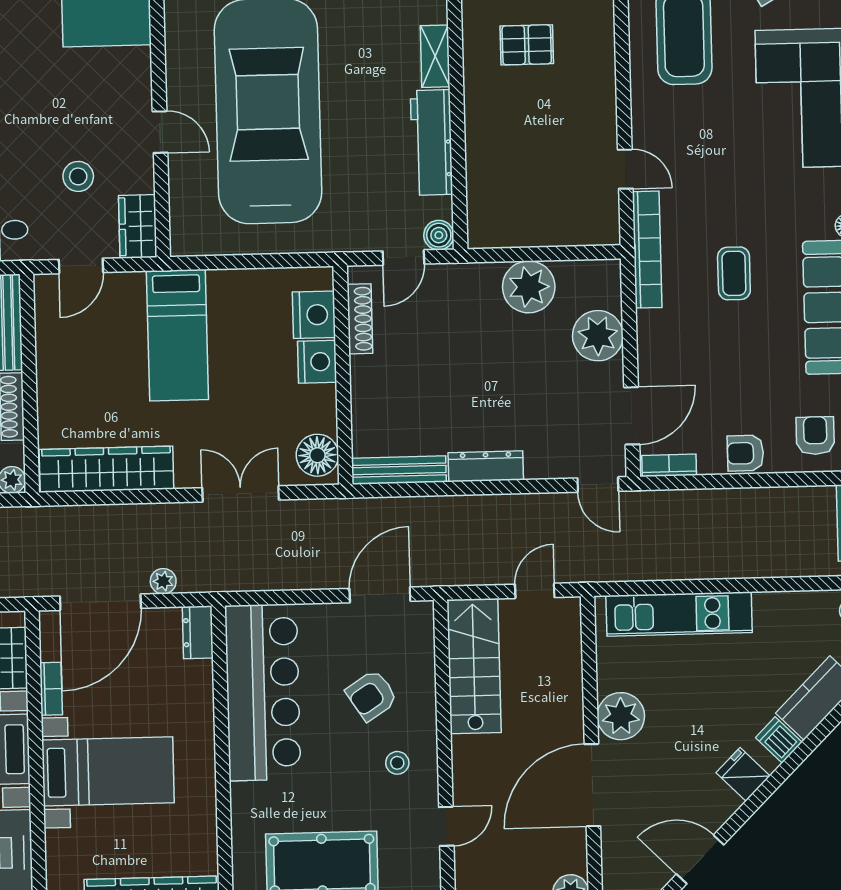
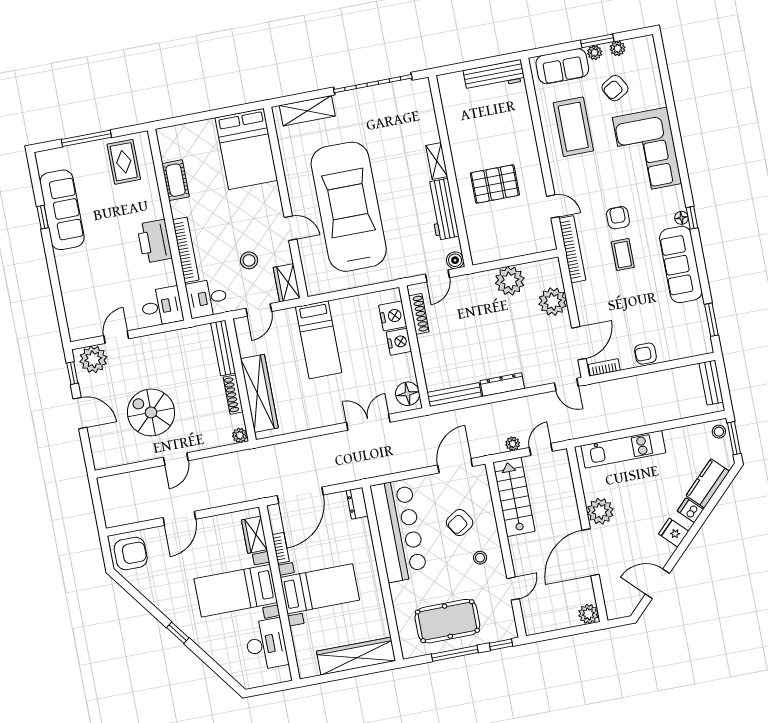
pallet: (527, 45) -> (495, 184), moved, width x1.50, depth x1.42
armchair: (815, 436) -> (618, 218), moved
wardrobe: (106, 469) -> (259, 393), moved, turned 90
plant: (163, 581) -> (513, 444), moved

